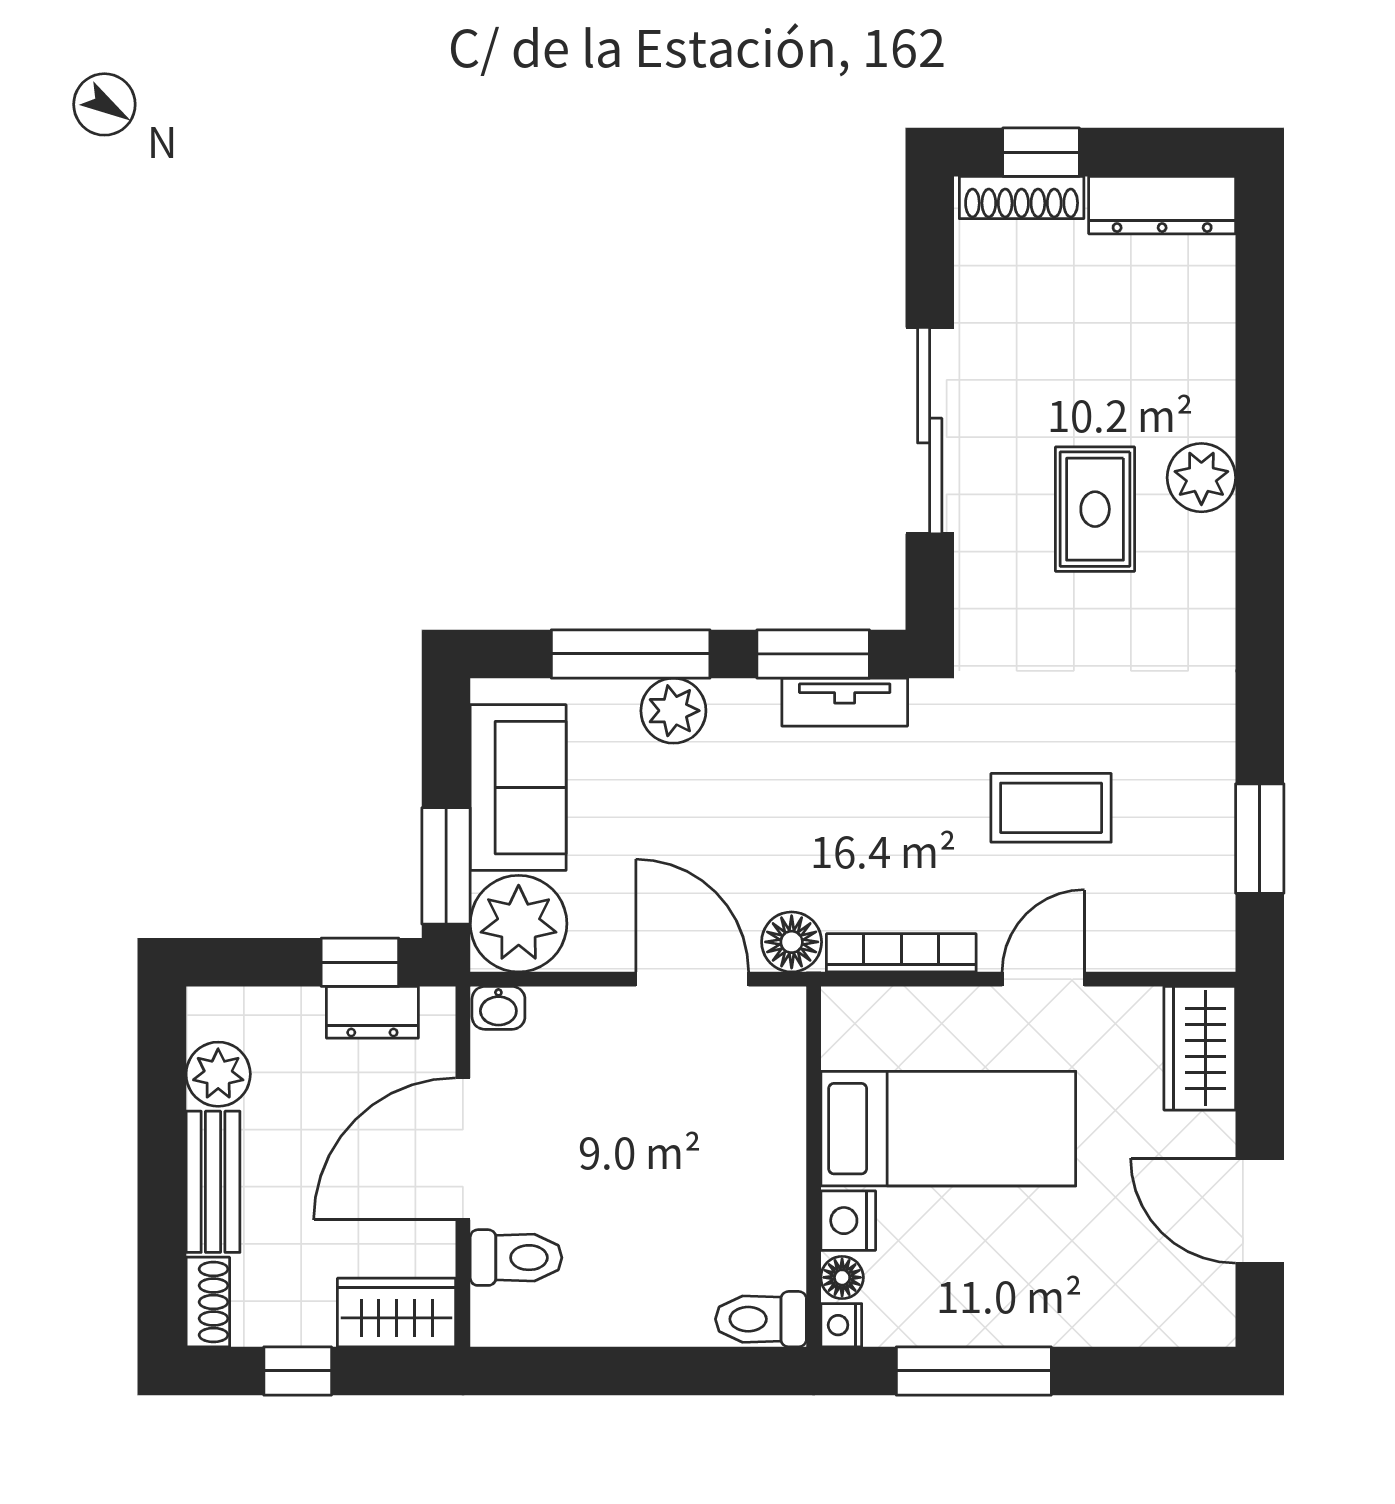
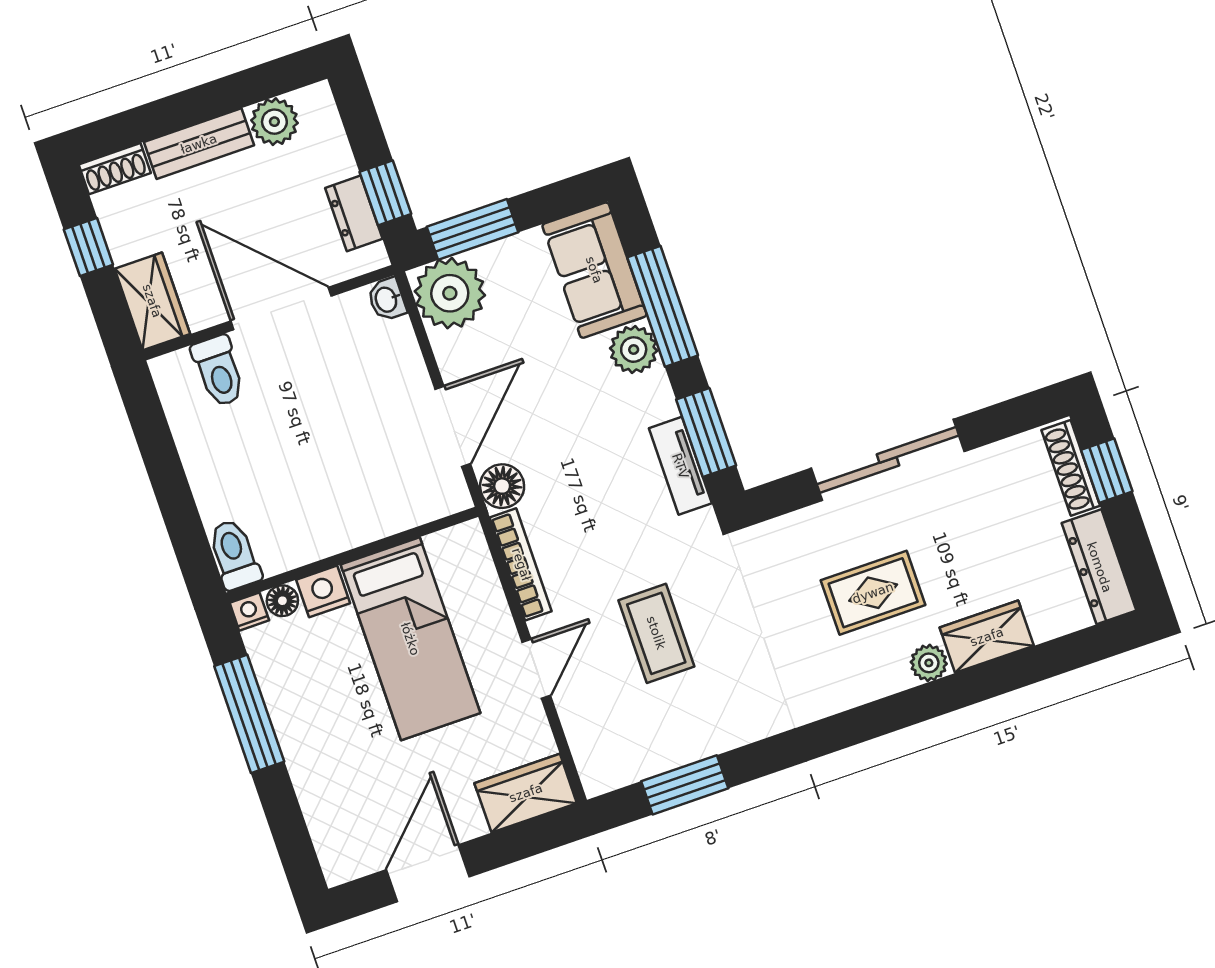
wardrobe: (1203, 382) -> (987, 637), added
plant: (1201, 478) -> (929, 663), width x0.73, depth x0.73
sofa: (518, 788) -> (594, 270), moved, turned 90
door: (1043, 979) -> (536, 669), hinge flipped

